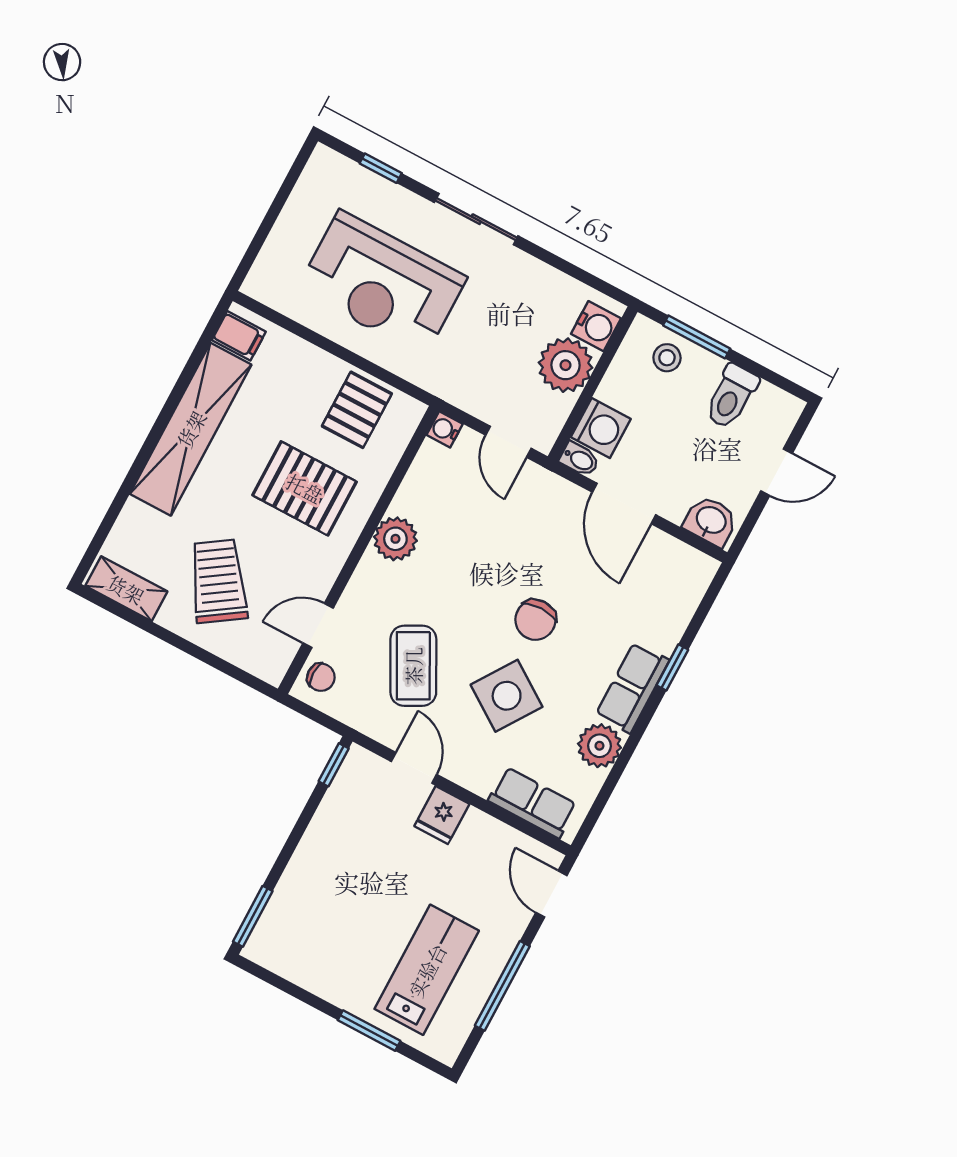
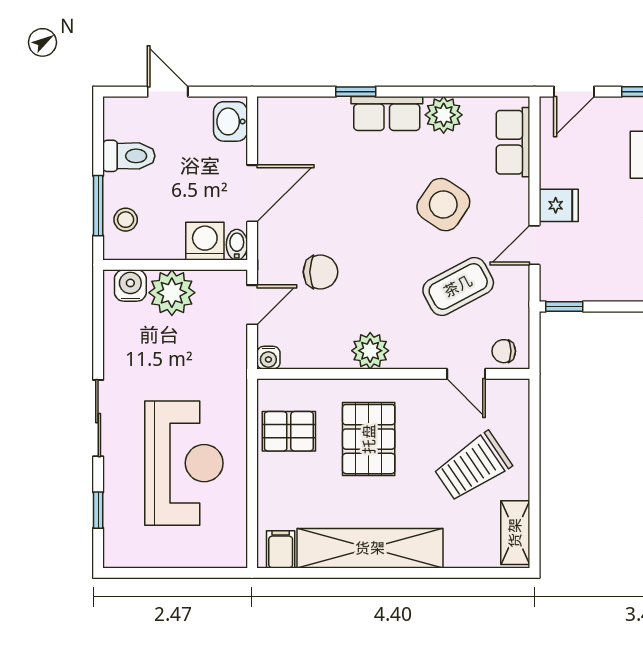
chair: (535, 620) -> (320, 272), moved
chair: (321, 677) -> (504, 351), turned -90

